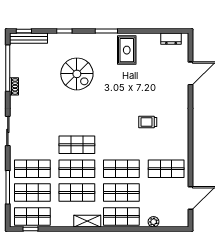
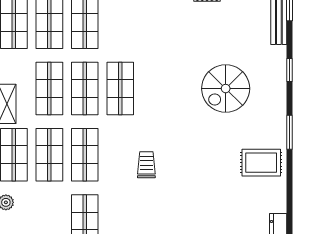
trolley: (148, 122) -> (146, 165), moved

